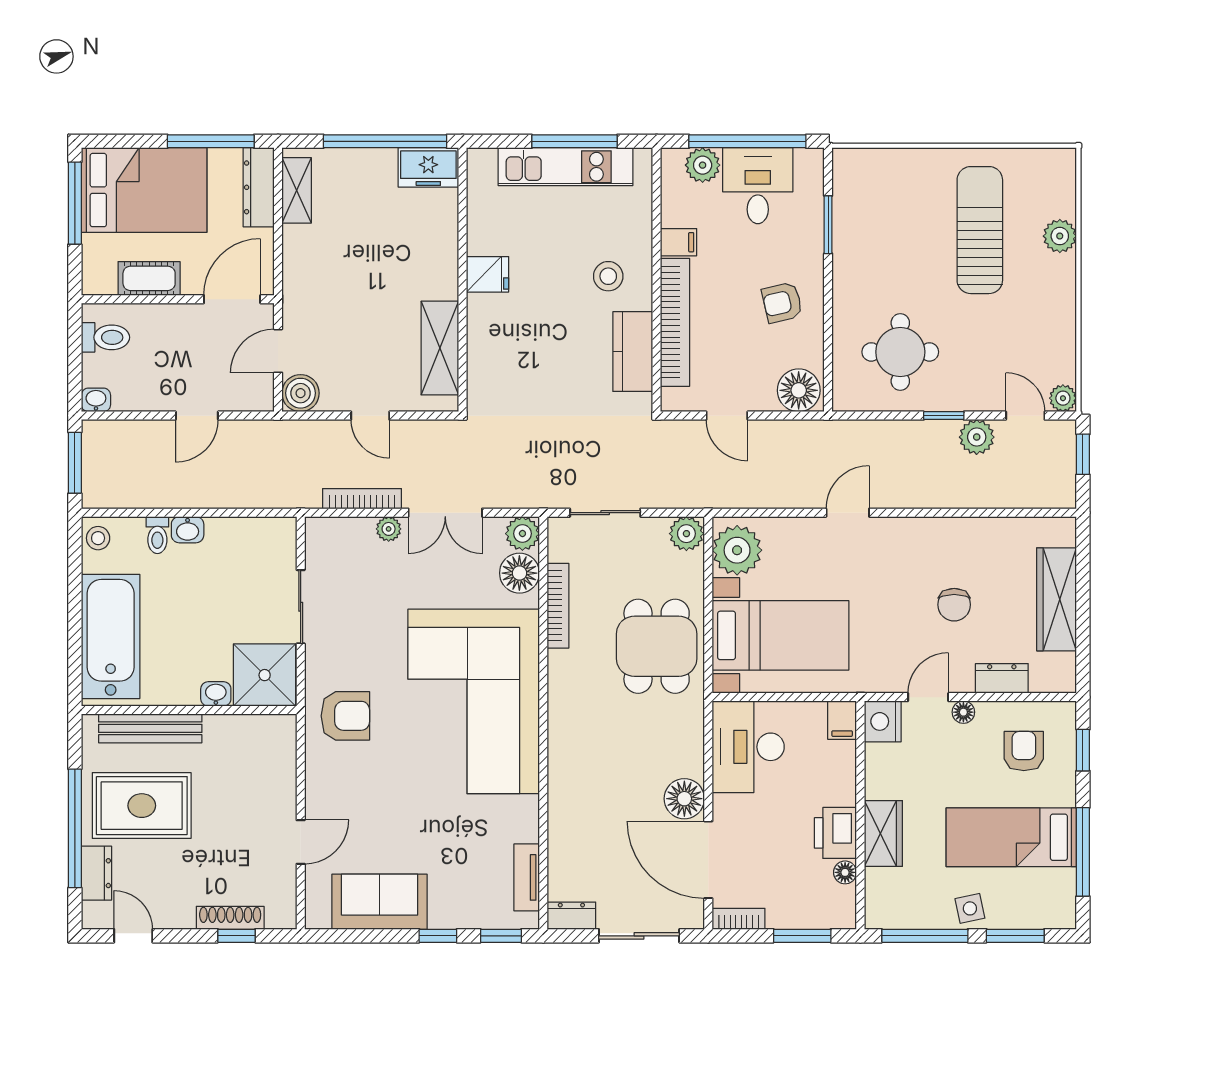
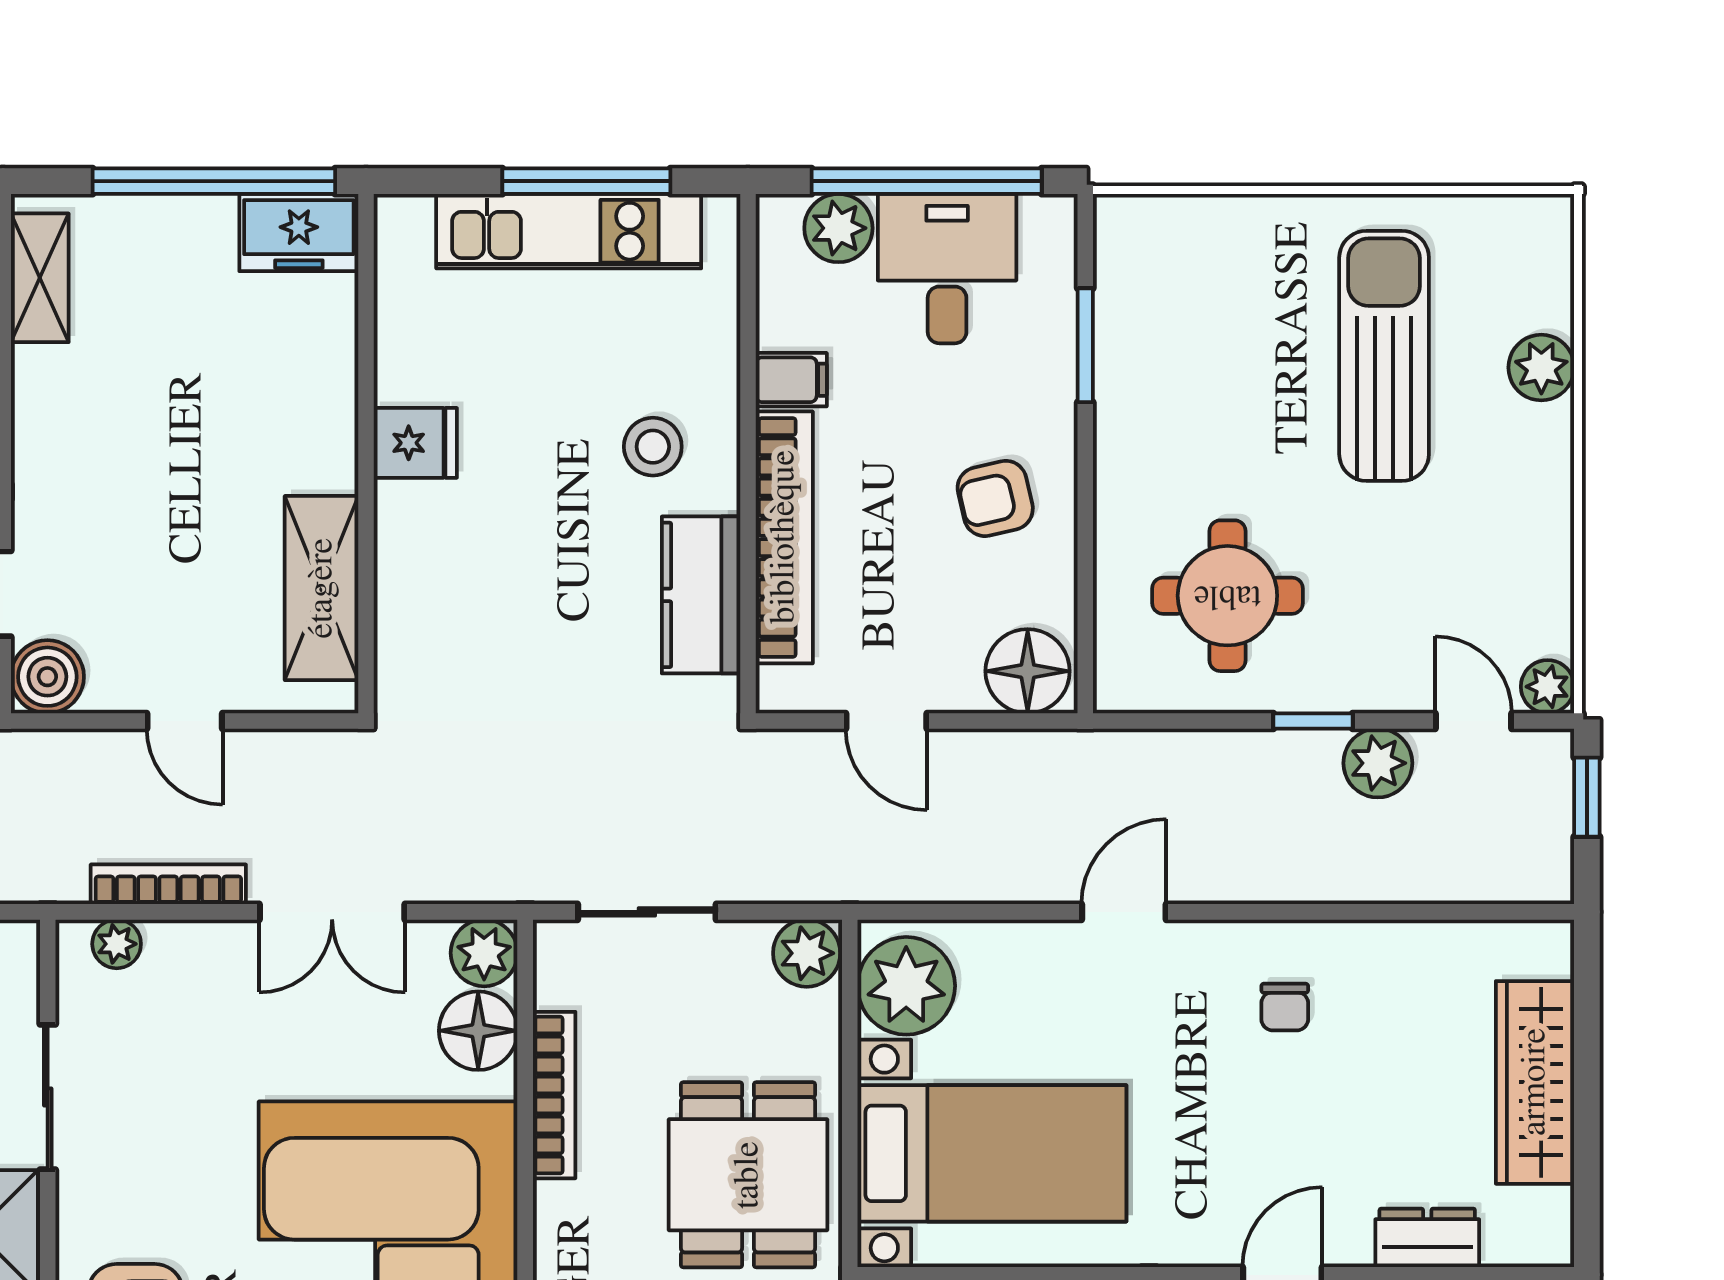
plant: (389, 529) -> (117, 944), moved
chair: (954, 605) -> (1285, 1007), moved, width x0.73, depth x0.73

